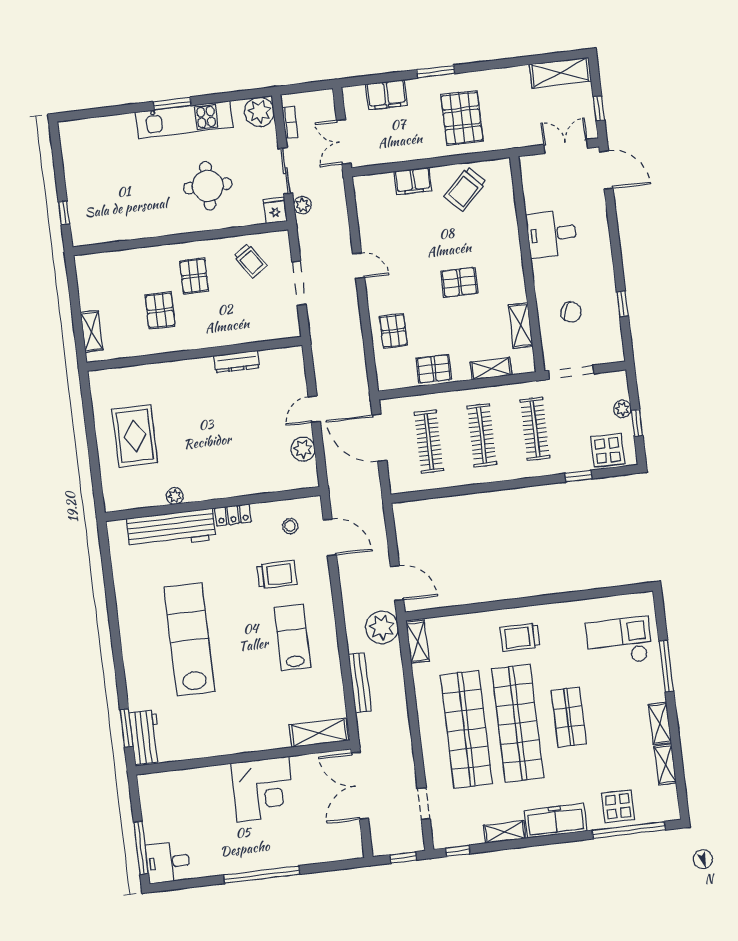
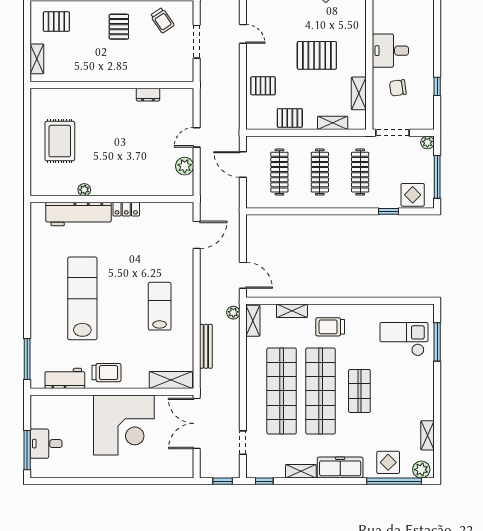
desk: (552, 234) -> (390, 51), moved
pallet: (459, 282) -> (317, 55), width x1.50, depth x1.42
pallet: (160, 310) -> (56, 22), moved, turned 90
chair: (571, 312) -> (398, 88), turned 151
pallet: (393, 331) -> (263, 86), turned 90
dresser: (237, 362) -> (148, 95), width x0.70
plant: (622, 409) -> (427, 142), moved
window: (637, 423) -> (437, 177), width x2.17
door: (379, 438) -> (243, 165), width x0.73
stool: (290, 526) -> (168, 223), removed
door: (330, 538) -> (197, 235), hinge flipped
trolley: (277, 575) -> (107, 373), moved
plant: (382, 627) -> (233, 313), width x0.53, depth x0.53
window: (666, 666) -> (437, 342), moved
shelving: (660, 723) -> (292, 311), moved, turned 90
window: (126, 728) -> (27, 359), width x1.44
workbench: (145, 737) -> (65, 378), moved, turned -90
corner desk: (263, 789) -> (124, 425), width x1.36, depth x1.36
plant: (663, 811) -> (421, 470), added
desk: (168, 862) -> (46, 444), moved
window: (262, 875) -> (115, 481), removed

